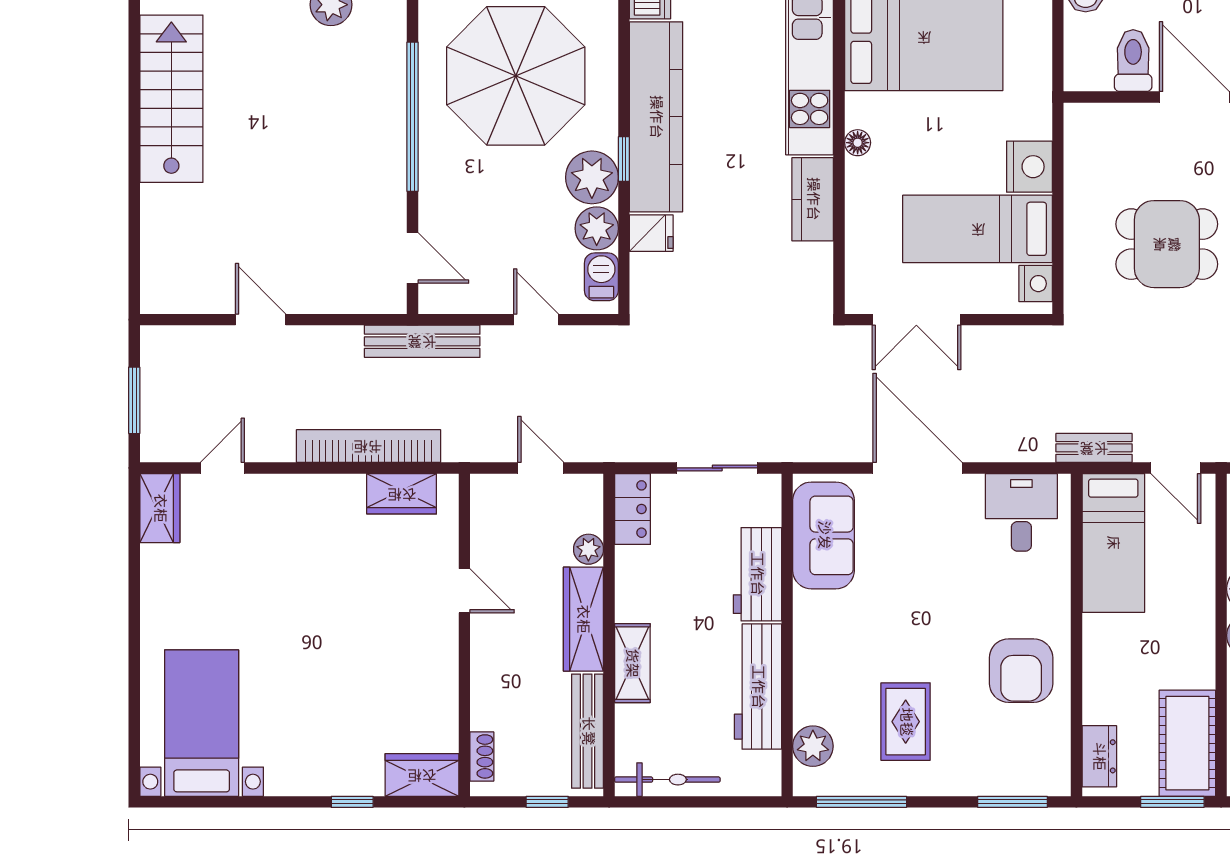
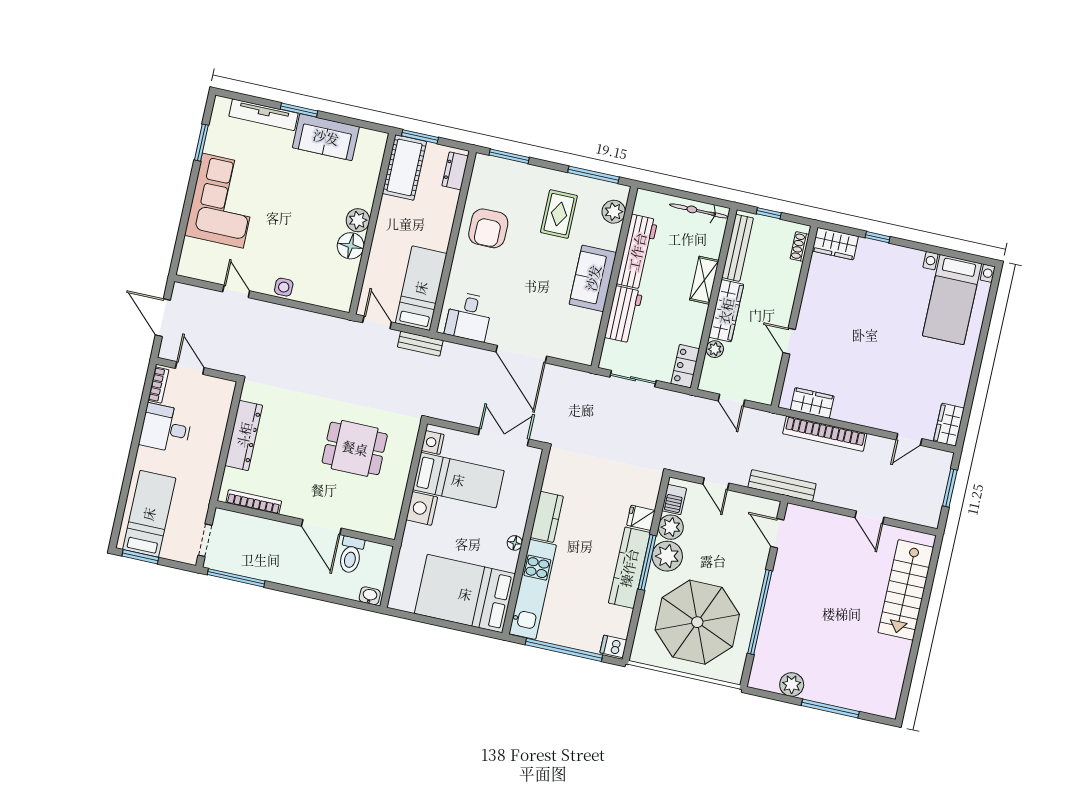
stairs: (171, 99) -> (906, 590), moved
kitchen counter: (656, 117) -> (629, 568), width x0.72, depth x0.86
window: (624, 159) -> (647, 562), width x2.17
sofa: (824, 535) -> (593, 278), moved
armchair: (1021, 671) -> (488, 228), turned 180

